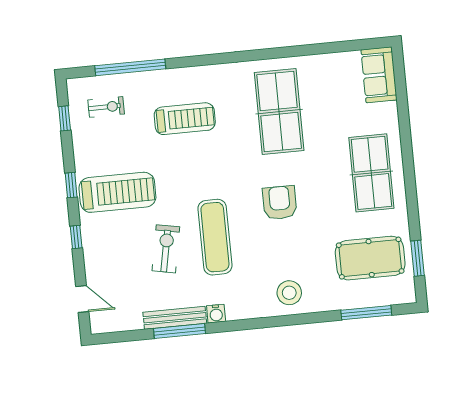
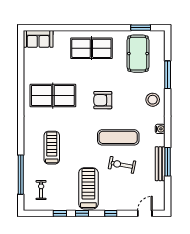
window: (65, 118) -> (60, 213), moved
window: (366, 313) -> (168, 75), moved
water cooler: (216, 314) -> (160, 129), moved

